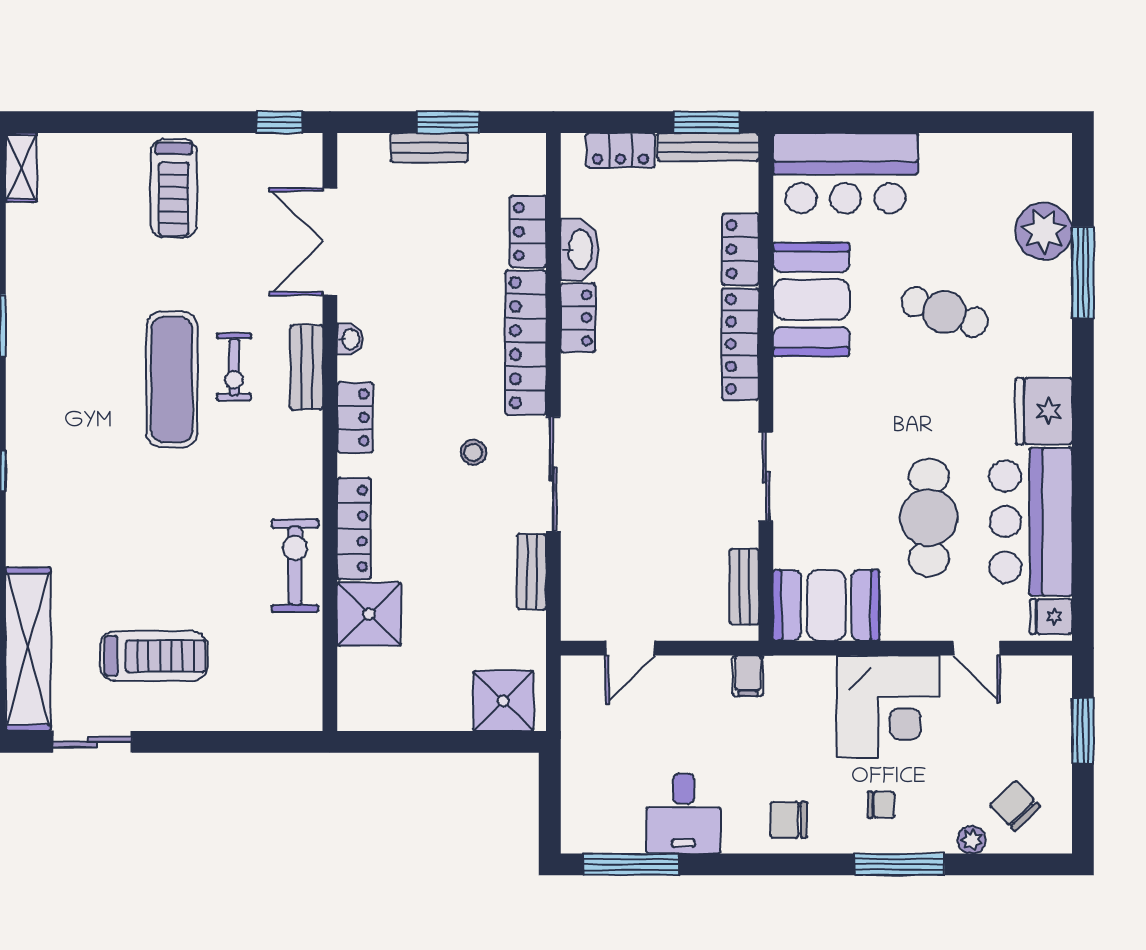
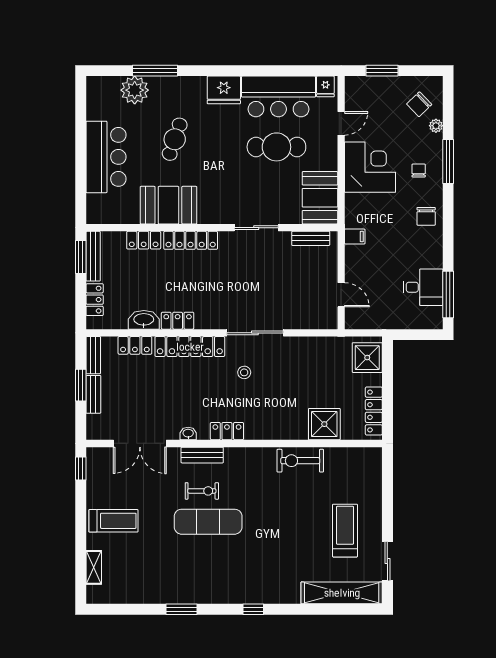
shelving: (21, 167) -> (94, 567), moved, turned 90
bar counter: (846, 173) -> (106, 157), moved
locker: (354, 529) -> (374, 411), moved, turned -90
bench: (532, 572) -> (93, 355), moved, turned 90
desk: (683, 813) -> (423, 287), moved

